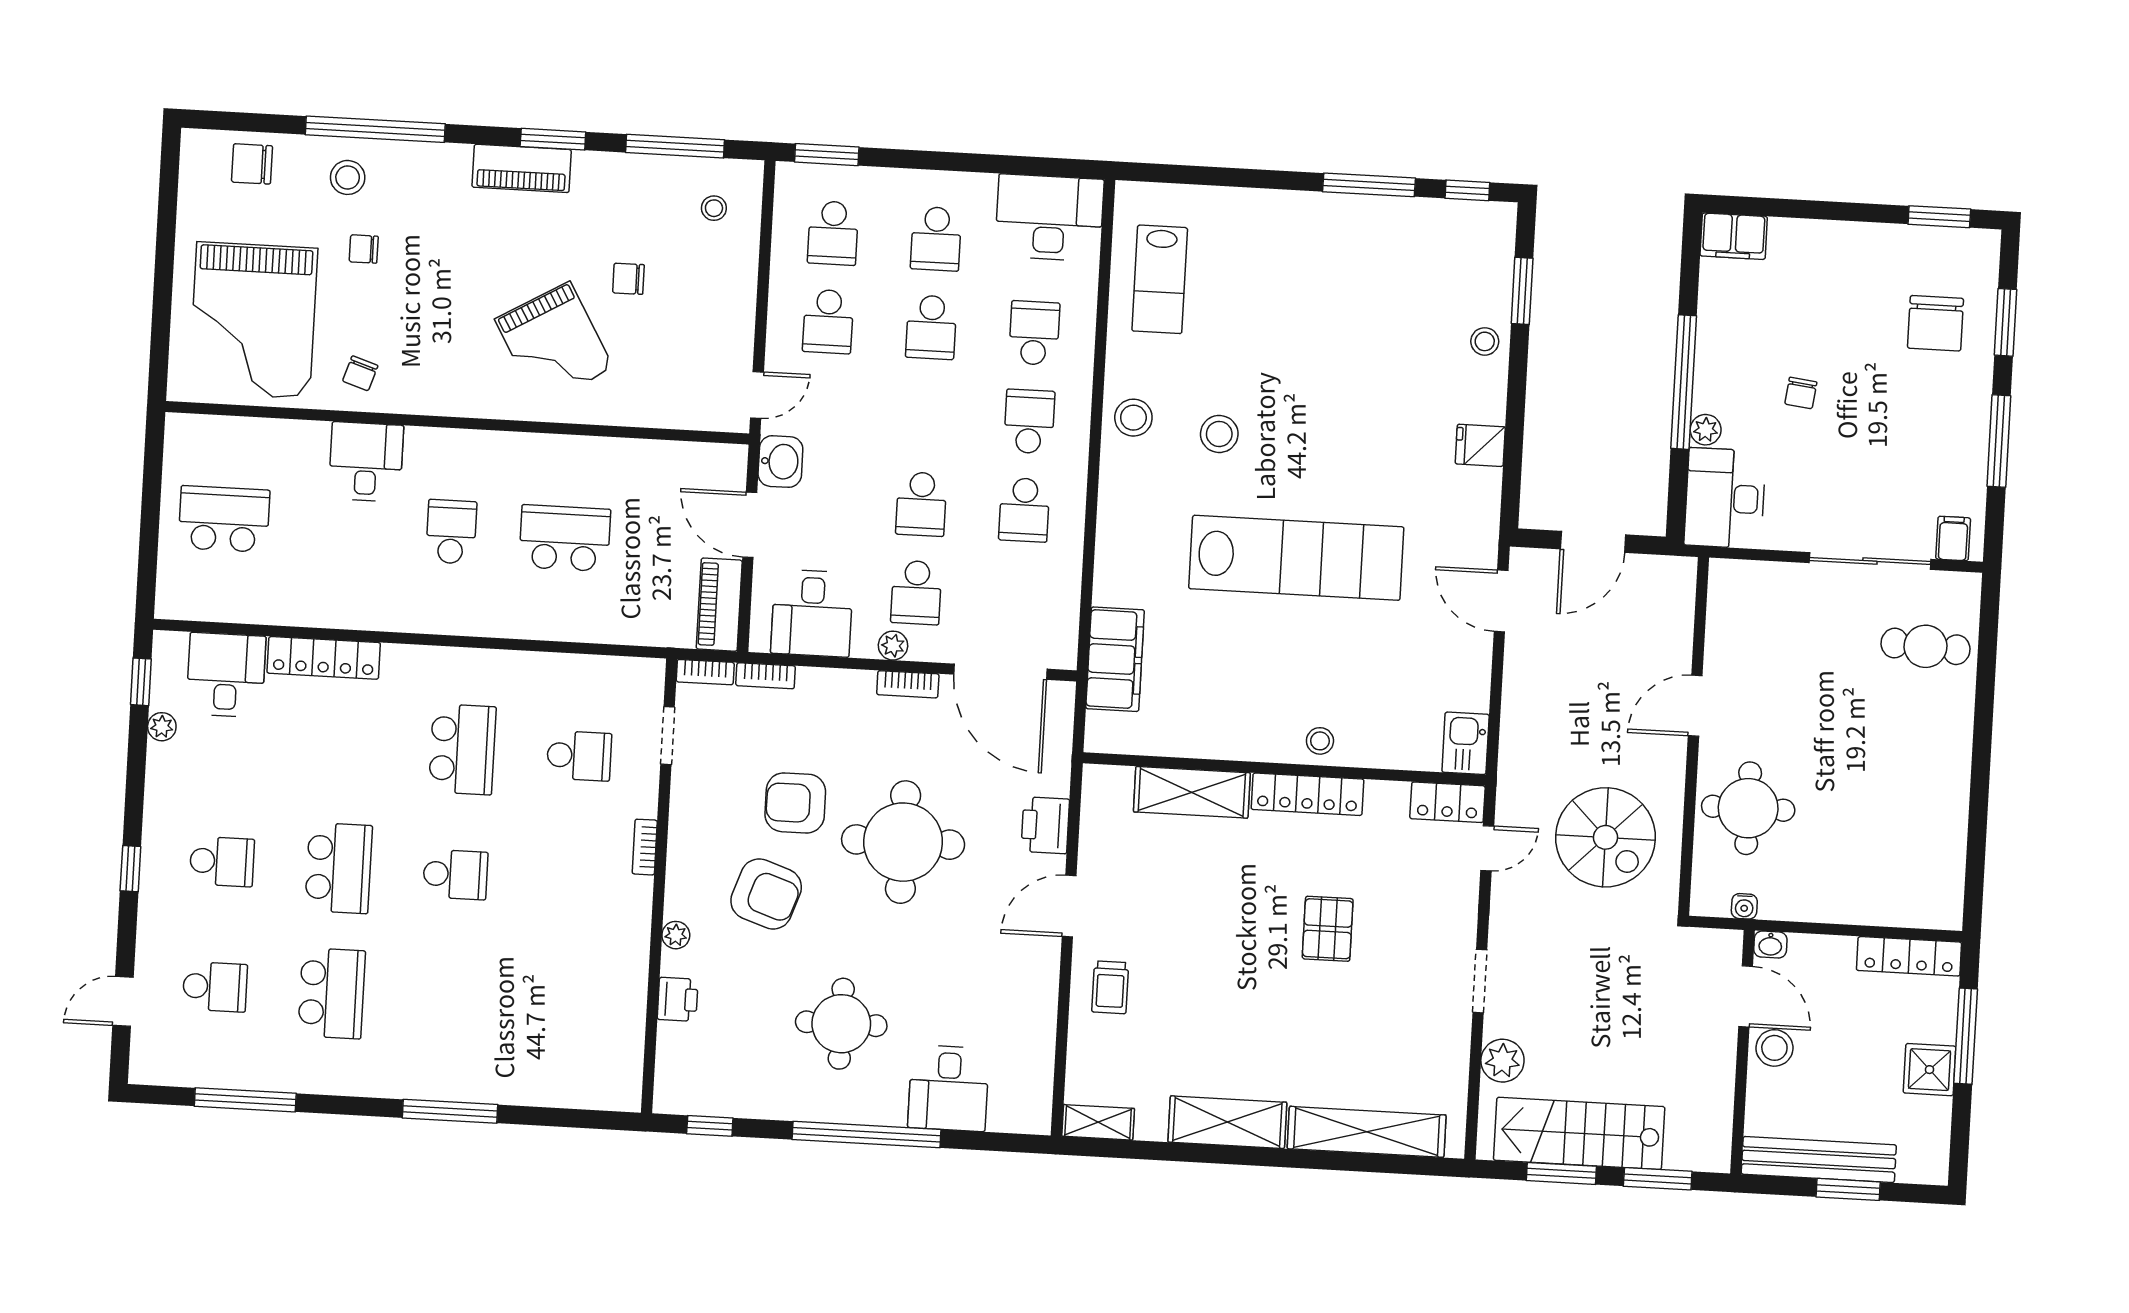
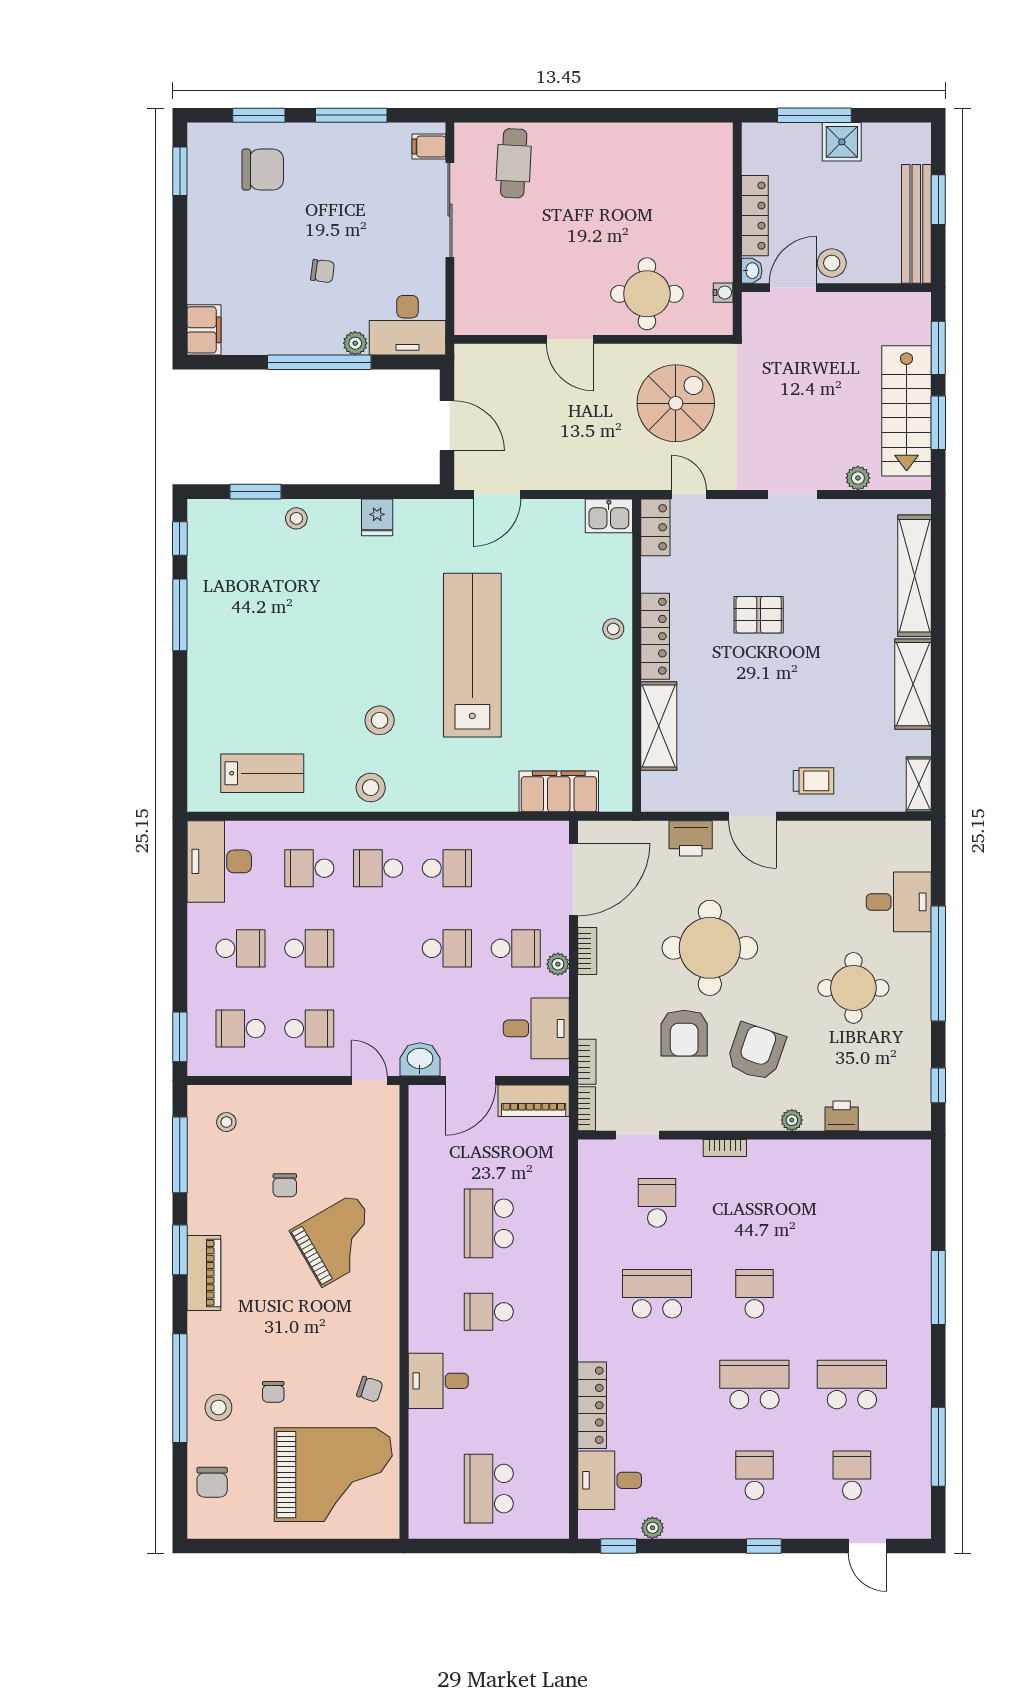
school desk: (833, 233) -> (240, 1029), turned 180
locker: (1909, 956) -> (755, 216), moved
plant: (1502, 1061) -> (858, 478), width x0.73, depth x0.73

